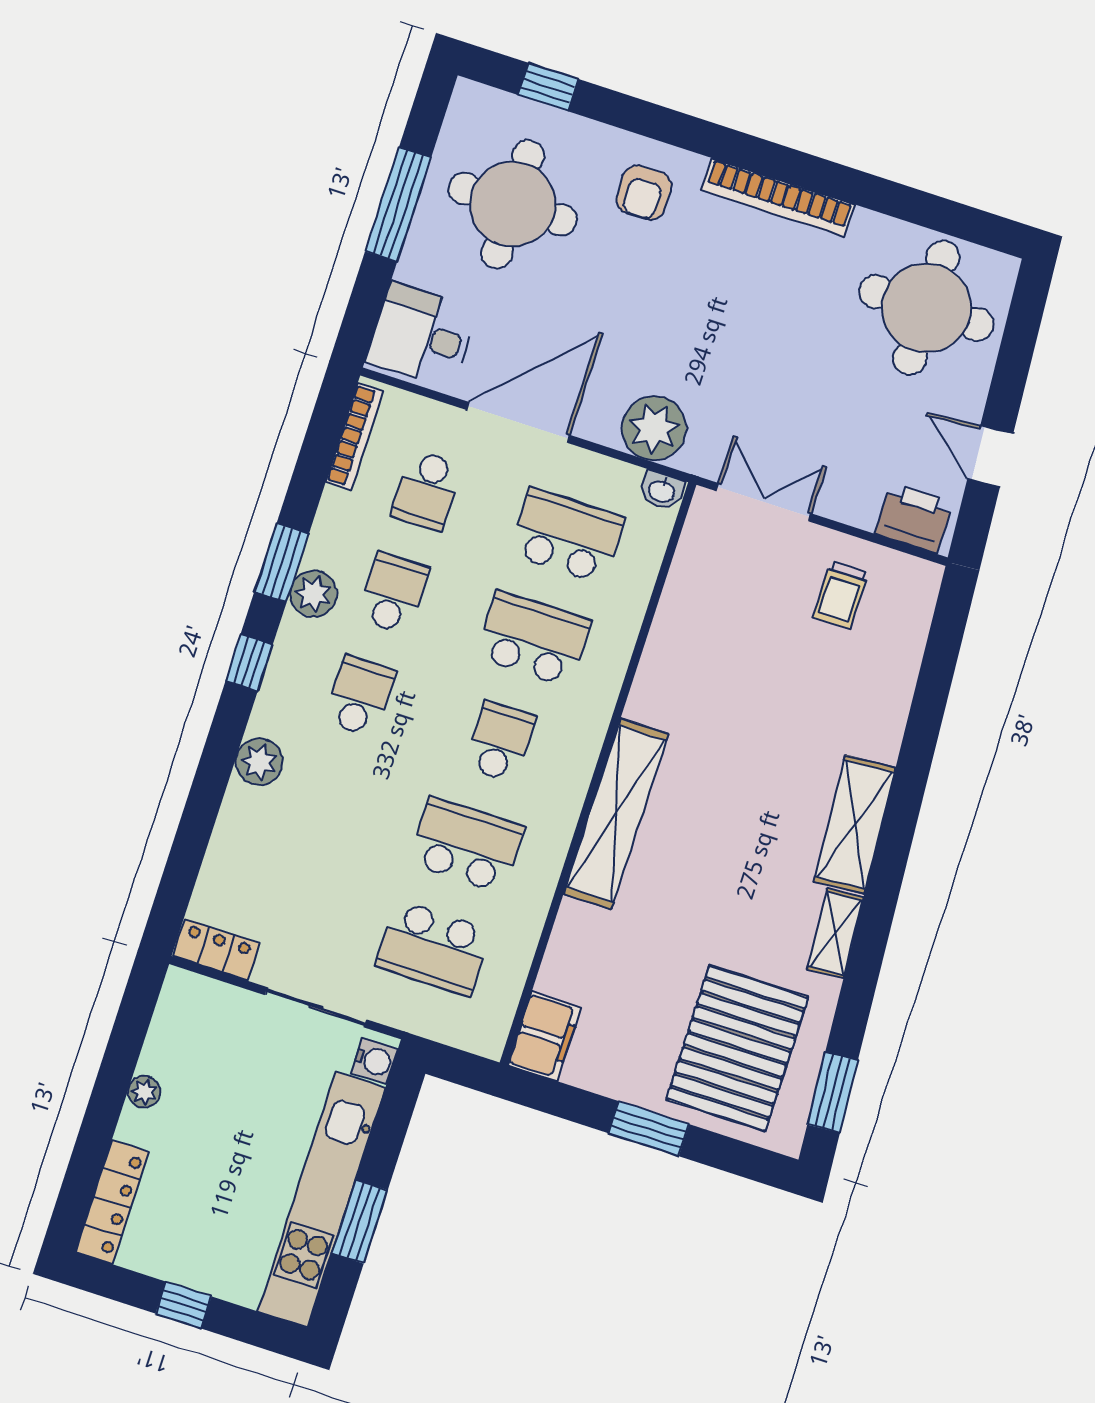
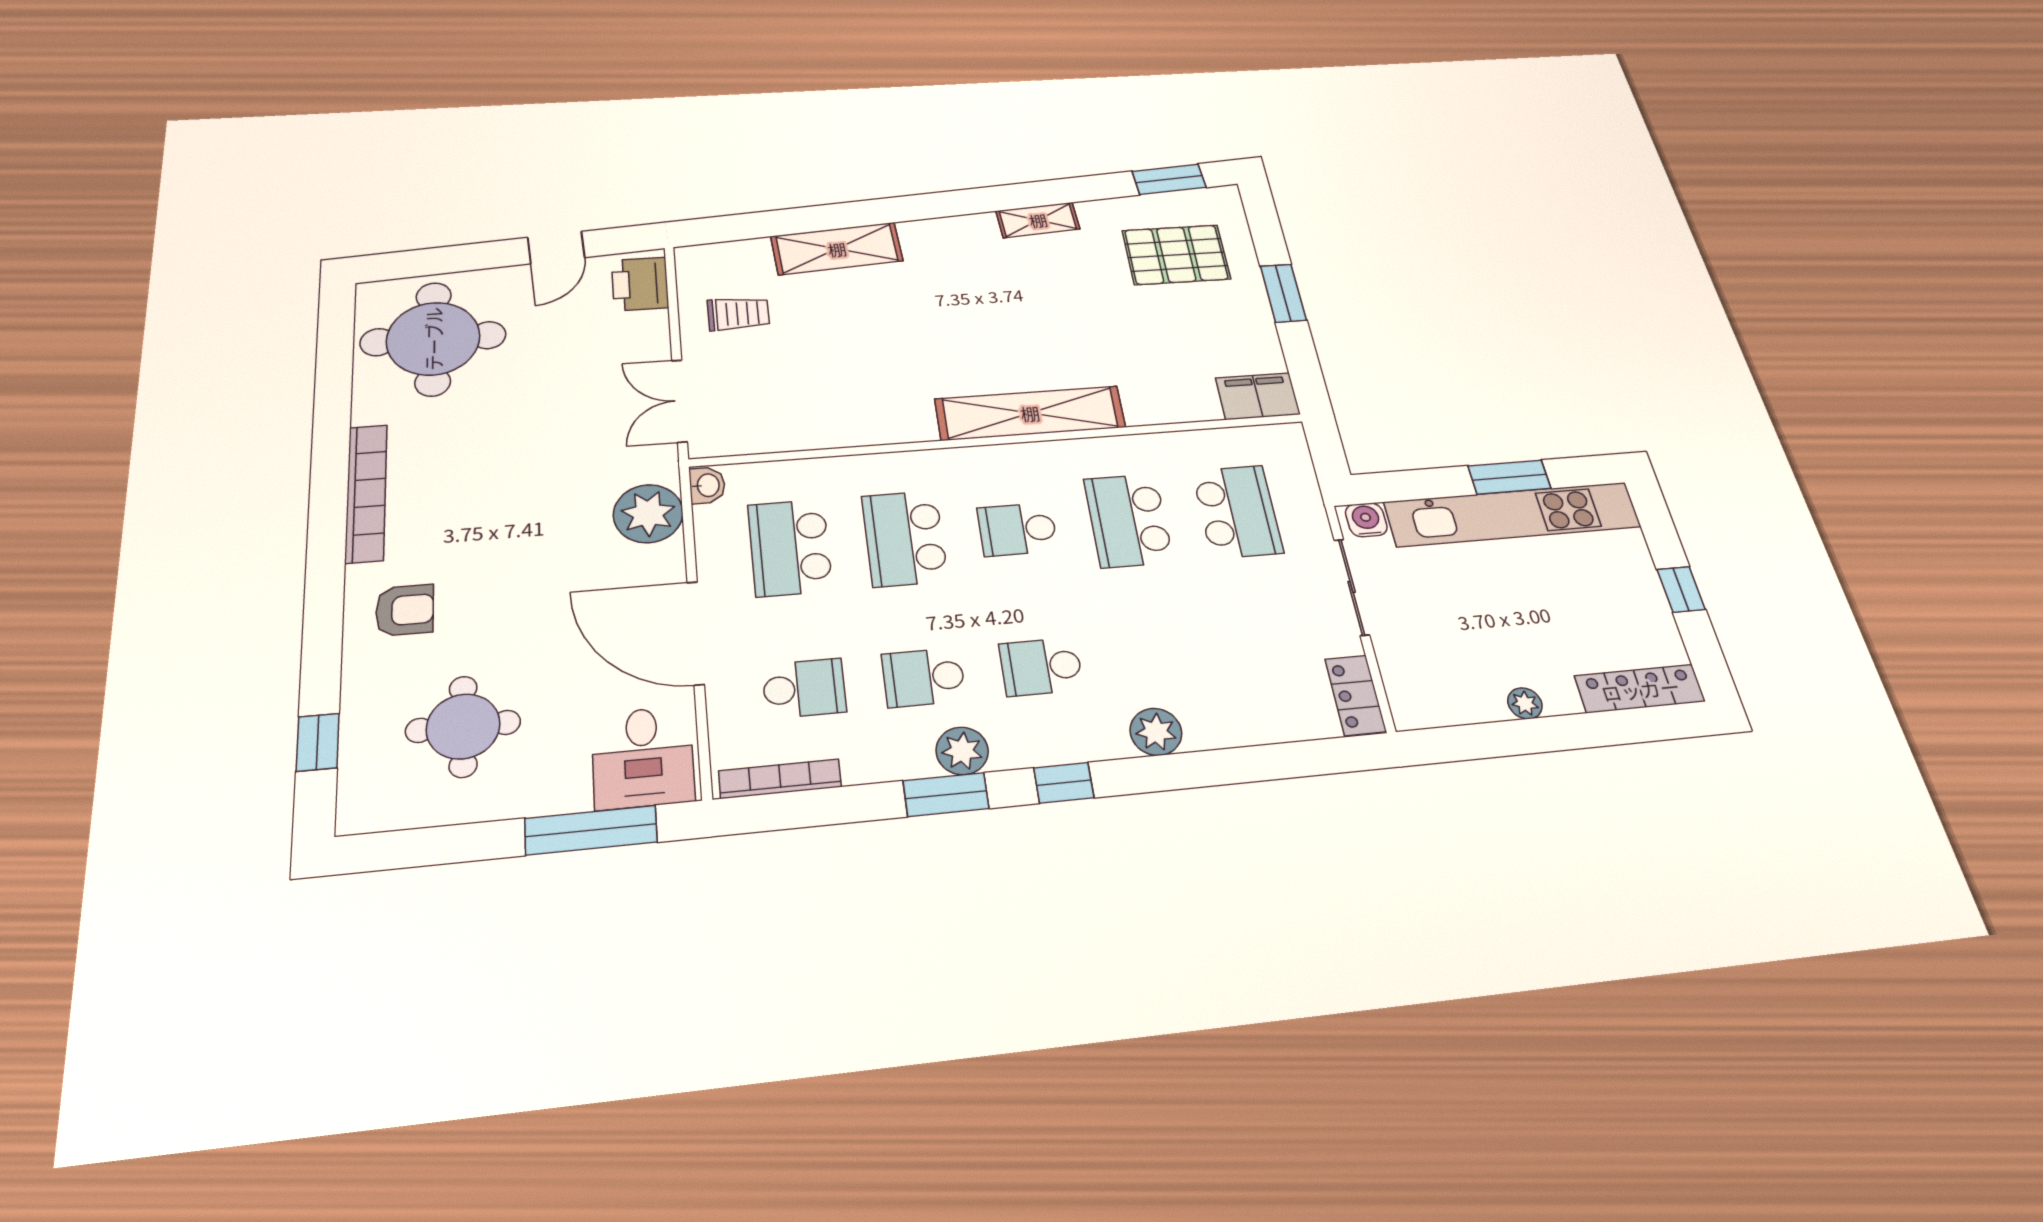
window: (398, 204) -> (591, 830), moved
round table: (513, 204) -> (463, 726), width x0.73, depth x0.73
shelving: (855, 825) -> (837, 249), moved
pallet: (737, 1048) -> (1176, 255), width x0.73, depth x0.71

